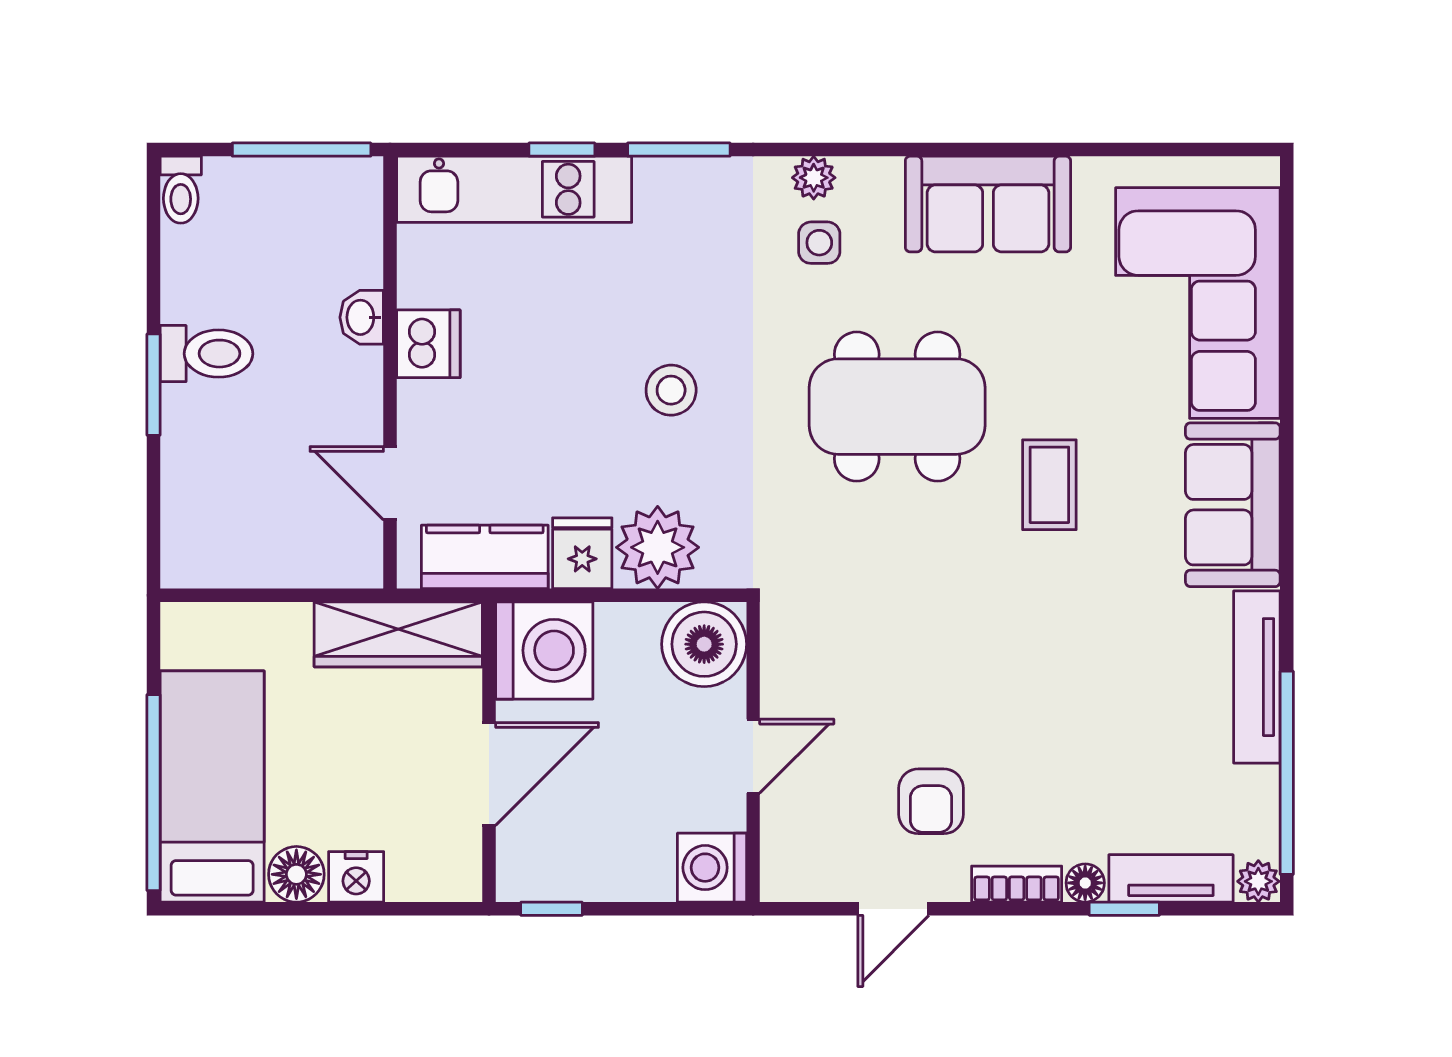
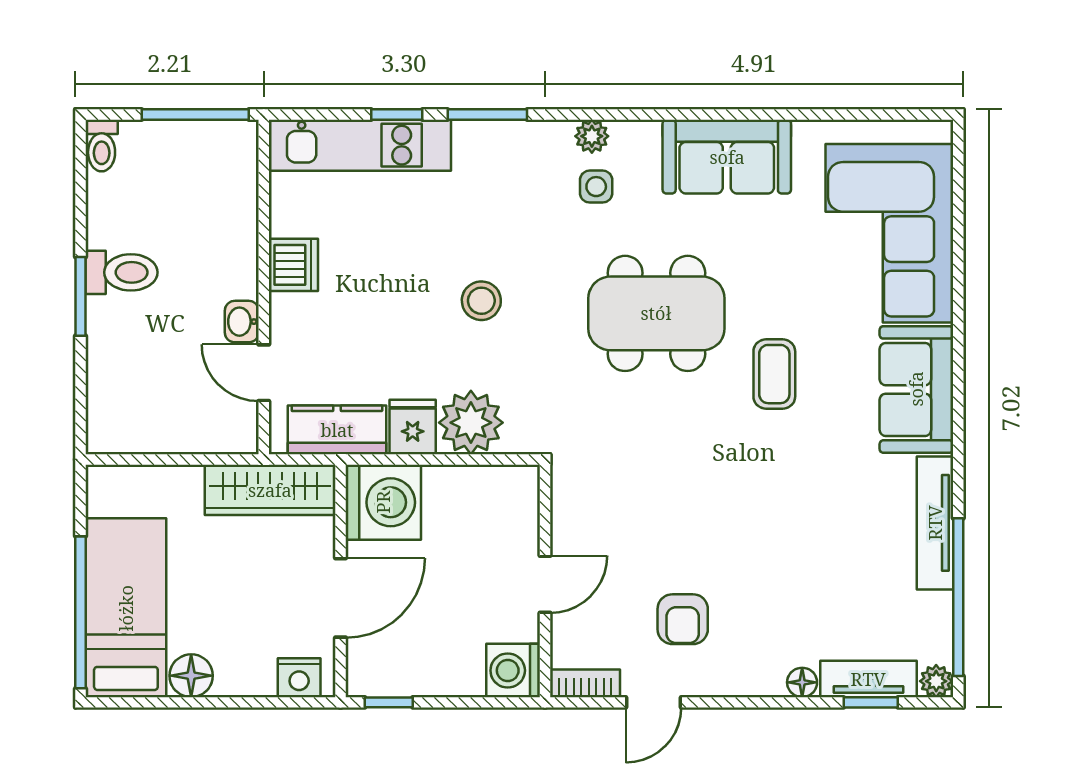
washbasin: (362, 317) -> (242, 322), moved
boiler: (704, 644) -> (507, 497), removed
nightstand: (356, 877) -> (299, 678), moved
bookcase: (1017, 884) -> (585, 683), moved
window: (1124, 909) -> (871, 702), moved

